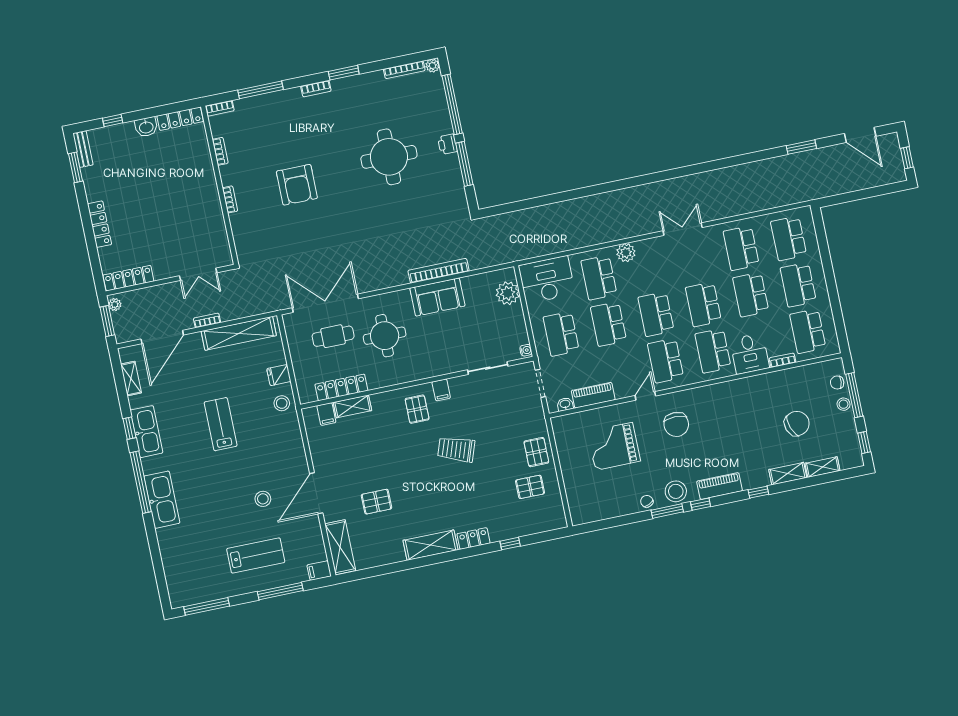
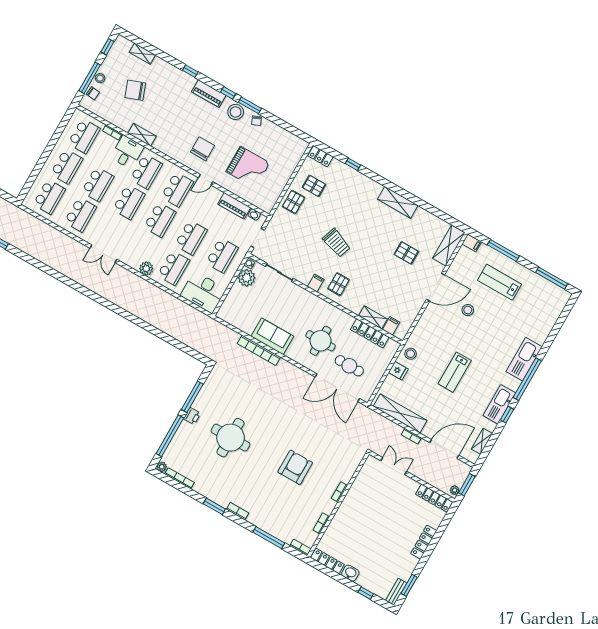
plant: (508, 293) -> (247, 278), moved
shelving: (788, 474) -> (142, 135), moved
locker: (473, 538) -> (320, 156), moved

